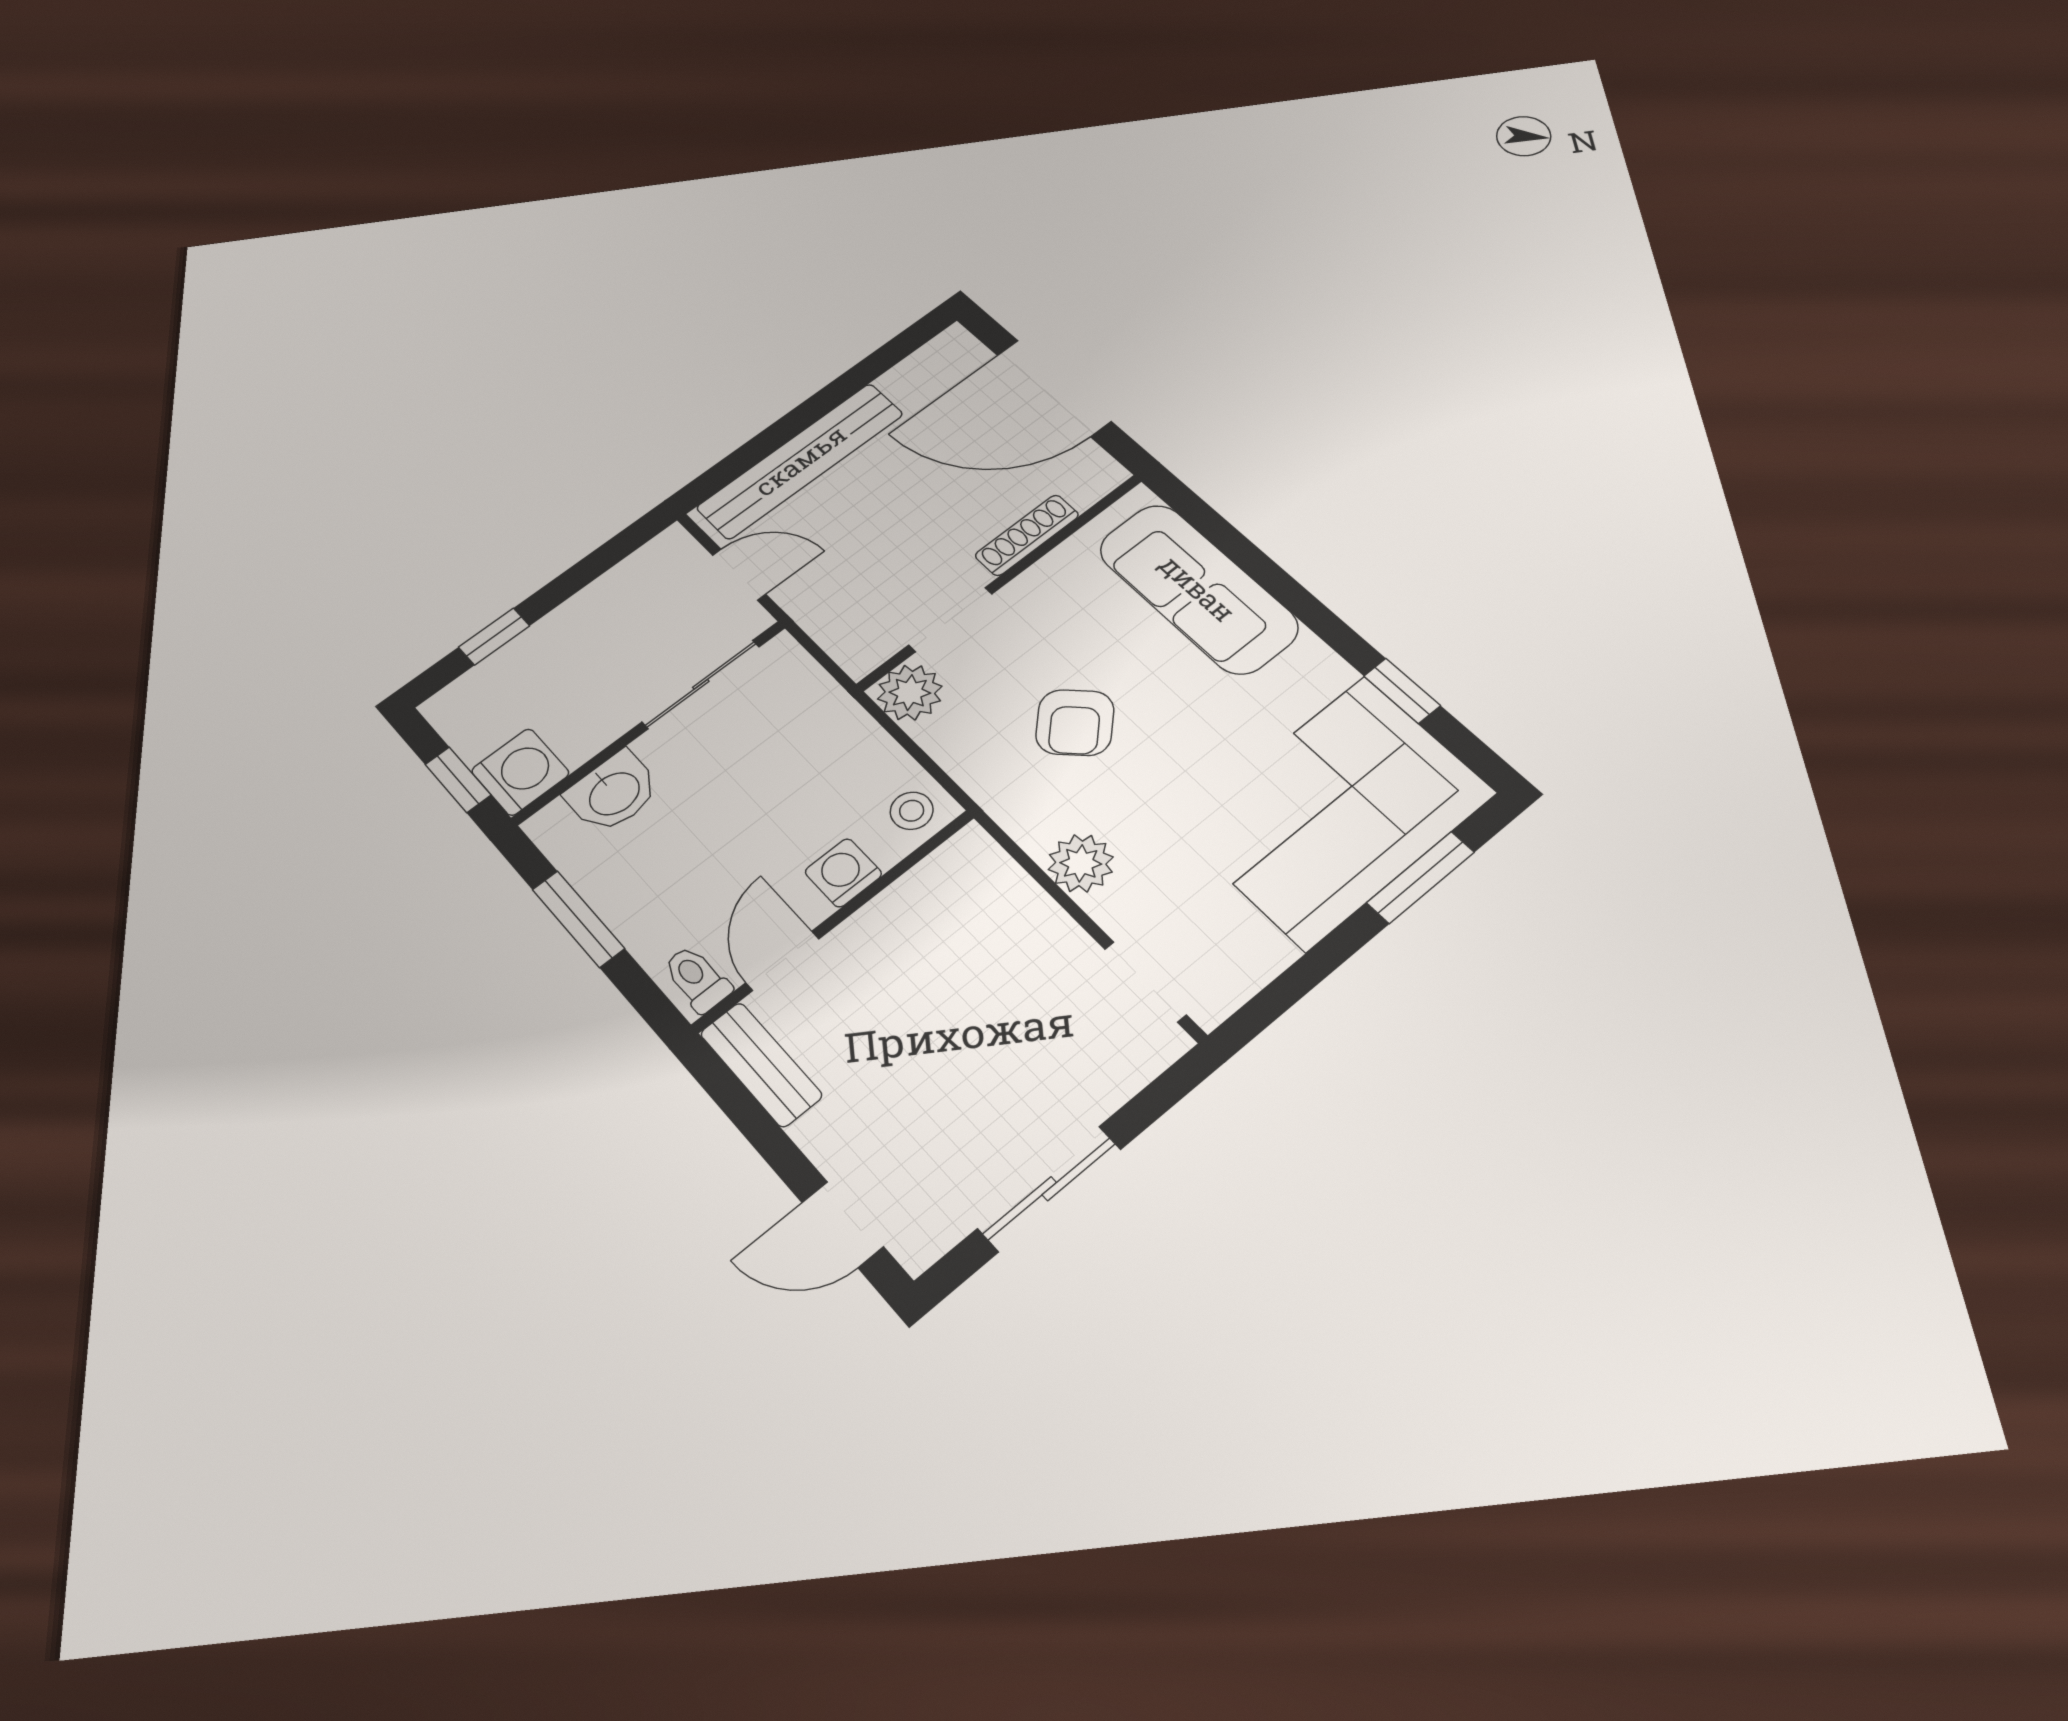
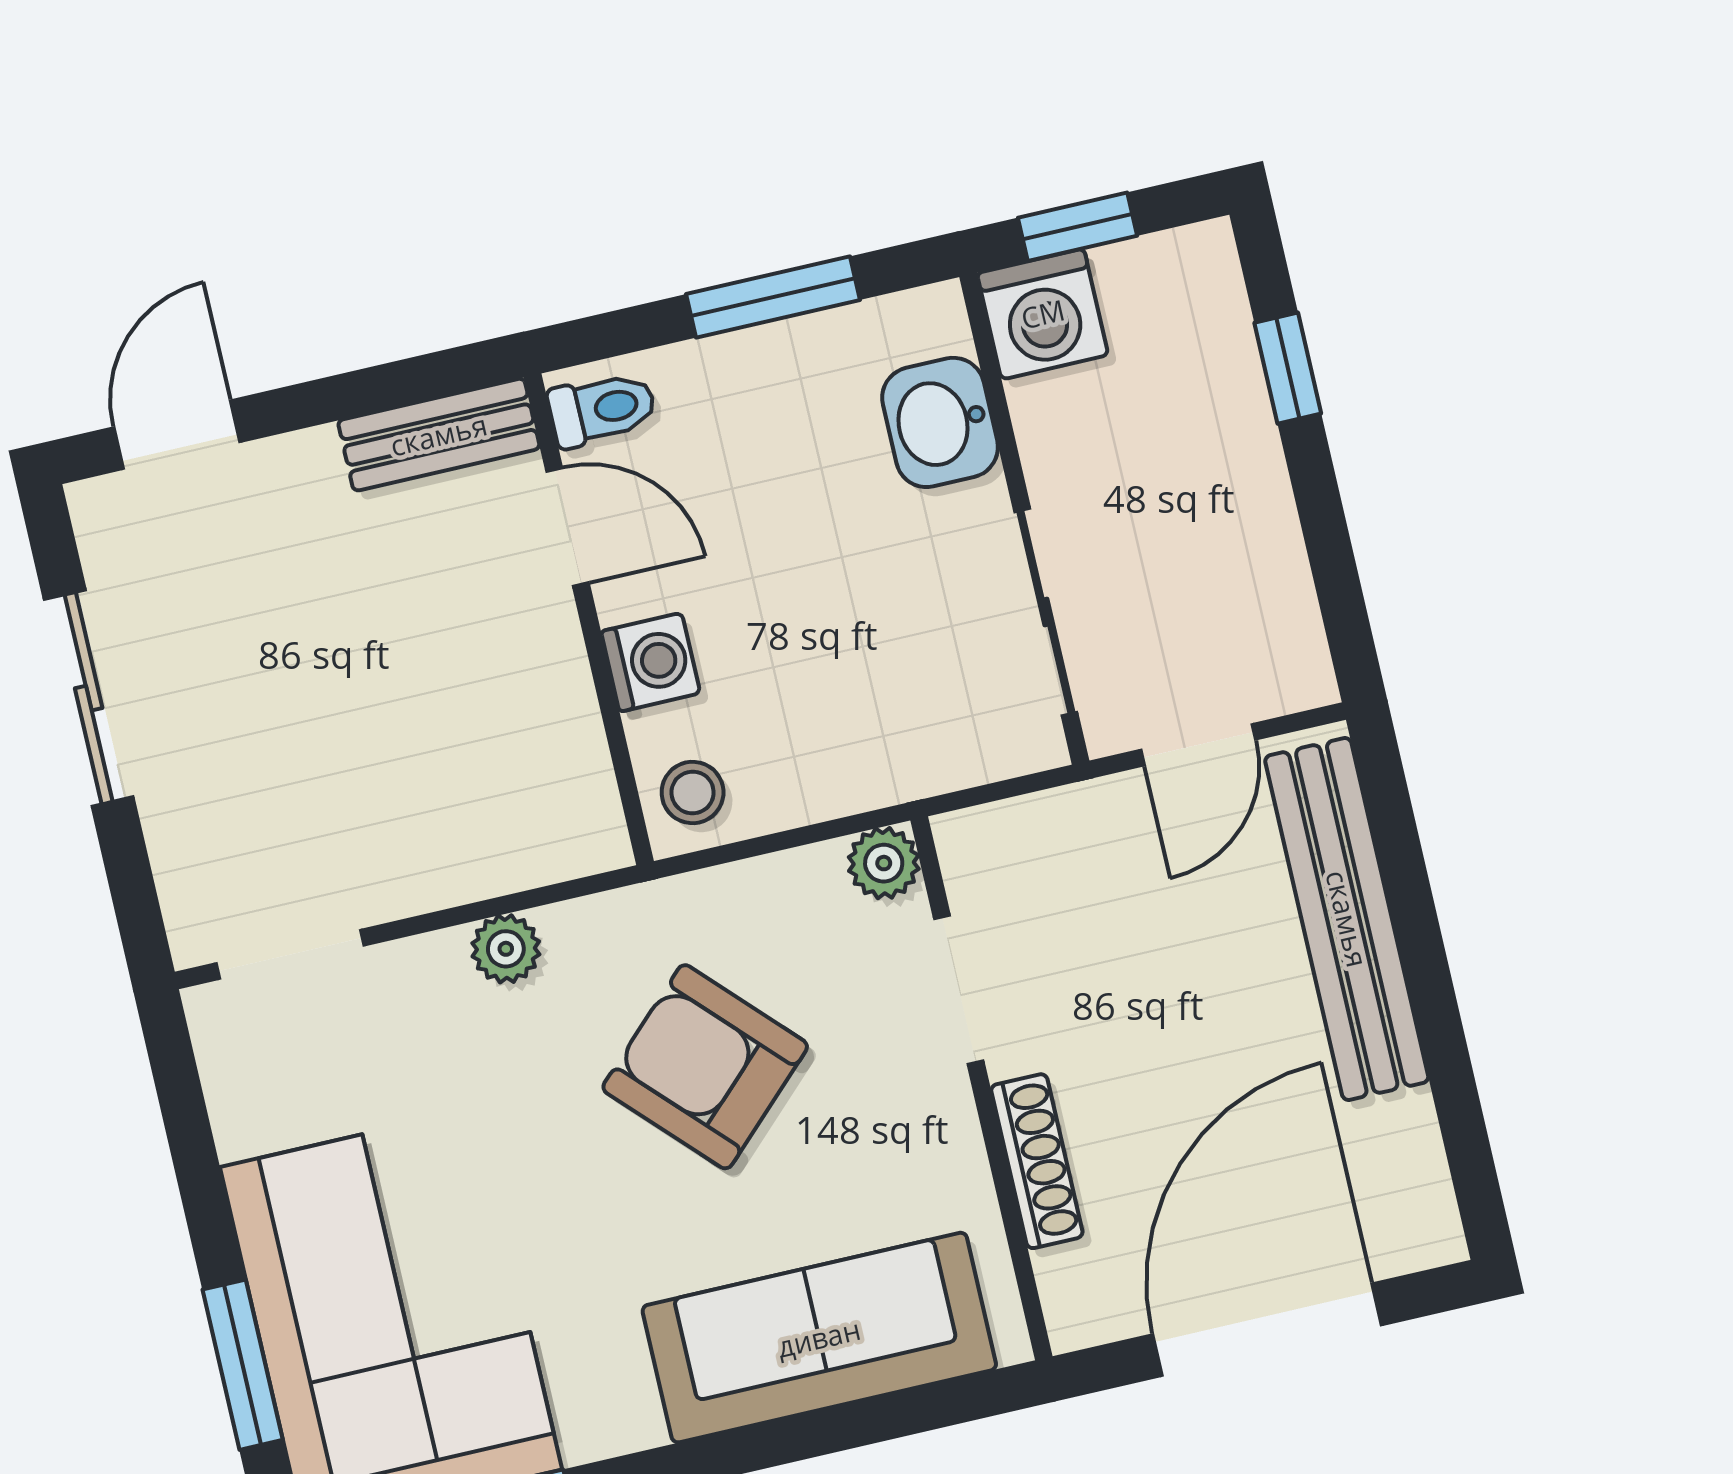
plant: (910, 693) -> (884, 863), width x0.73, depth x0.73
armchair: (1075, 723) -> (705, 1067), width x1.38, depth x1.38
plant: (1081, 863) -> (506, 949), width x0.73, depth x0.73

